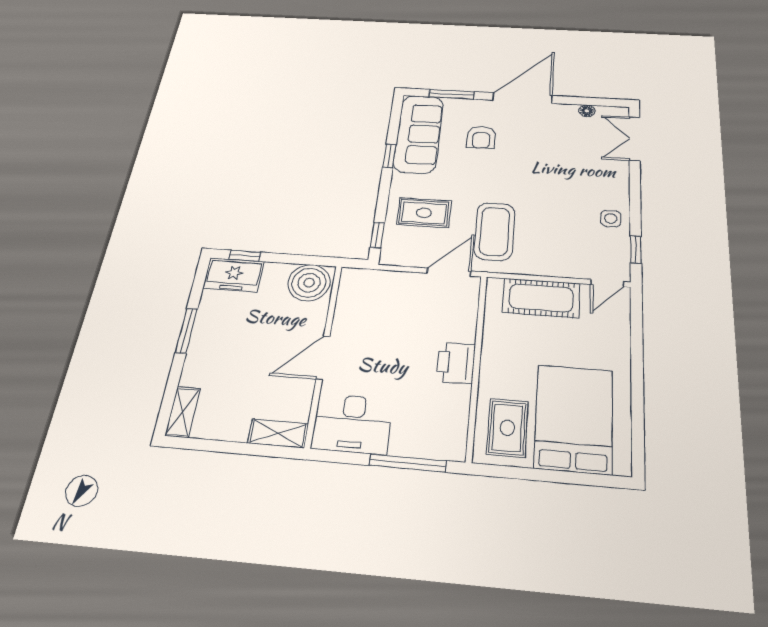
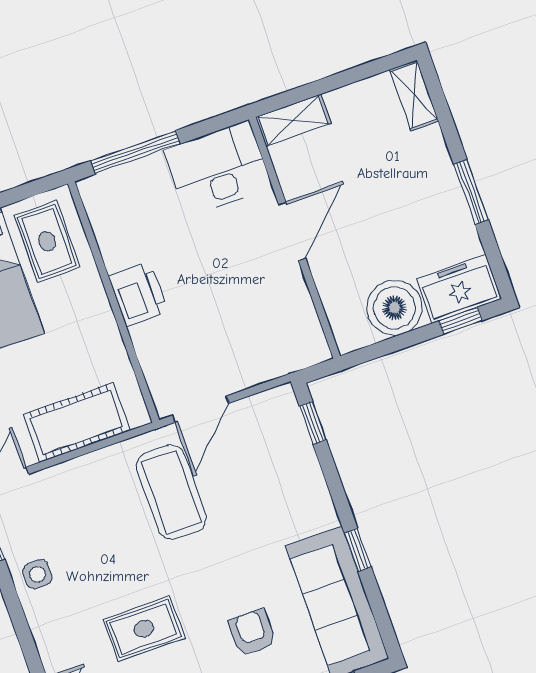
rug: (424, 213) -> (144, 629), moved
boiler: (309, 283) -> (394, 308), moved

